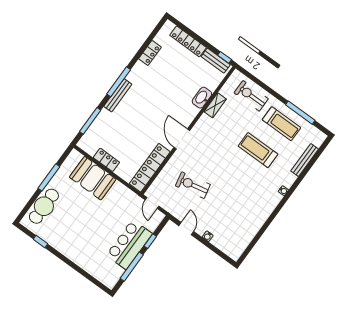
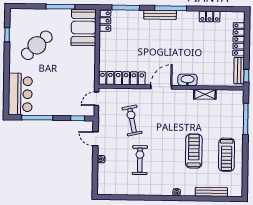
exercise bike: (251, 96) -> (140, 160), moved
washbasin: (202, 98) -> (187, 80), moved
window: (300, 113) -> (246, 119), moved
locker: (106, 160) -> (105, 21), moved
booth: (93, 178) -> (84, 28), moved
cafe table: (44, 206) -> (37, 45), moved, turned -43
door: (186, 229) -> (95, 139), swing flipped
window: (150, 241) -> (78, 118), moved
bar counter: (129, 245) -> (20, 94), moved, turned 90

